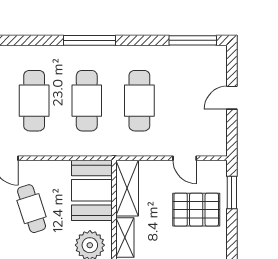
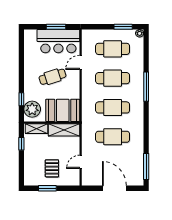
window: (90, 40) -> (146, 87), moved
door: (232, 98) -> (114, 188), width x1.88
window: (232, 193) -> (47, 188), moved
pallet: (196, 210) -> (52, 168), width x0.67, depth x0.71

